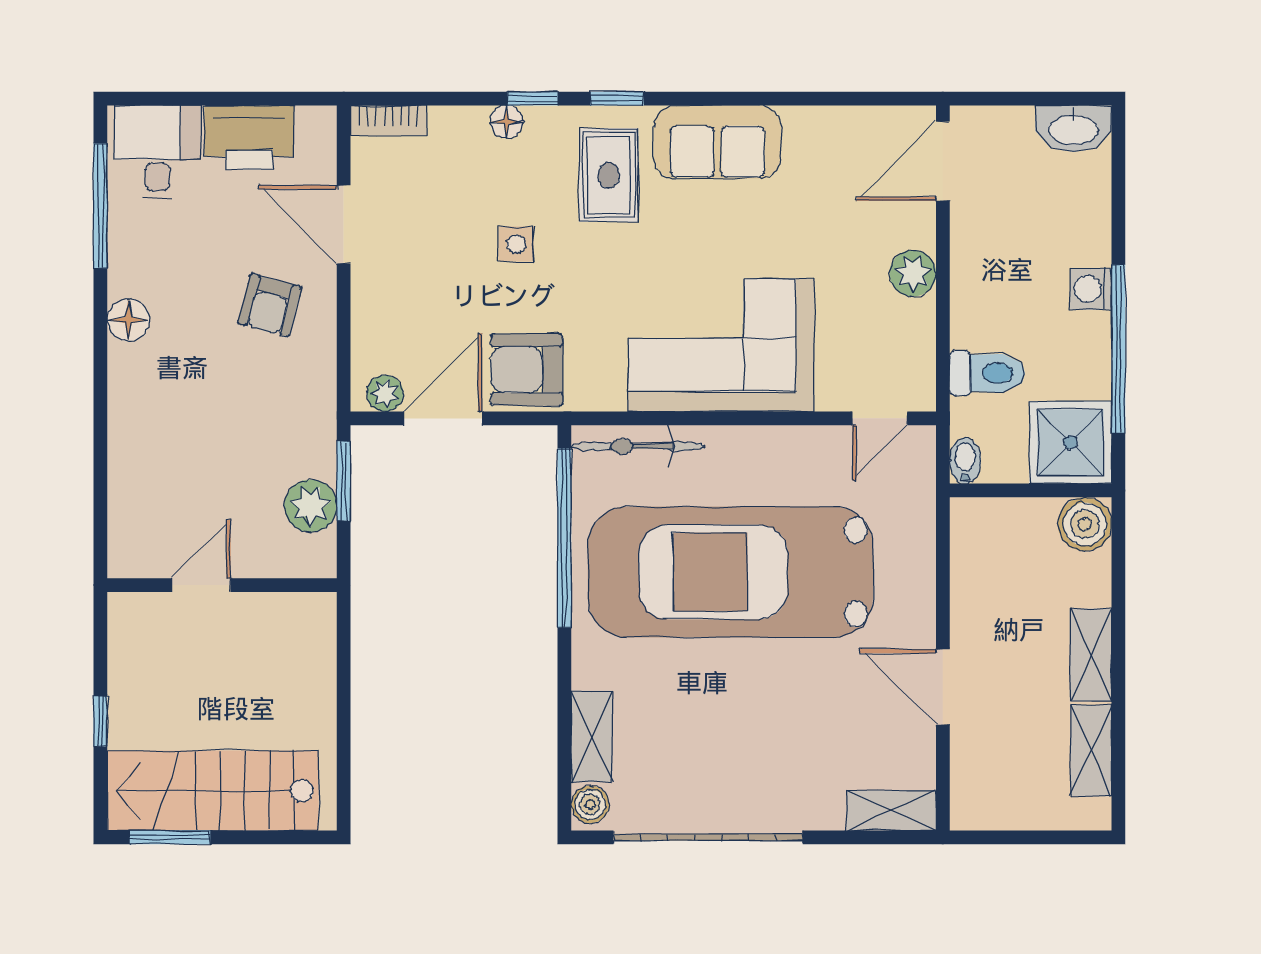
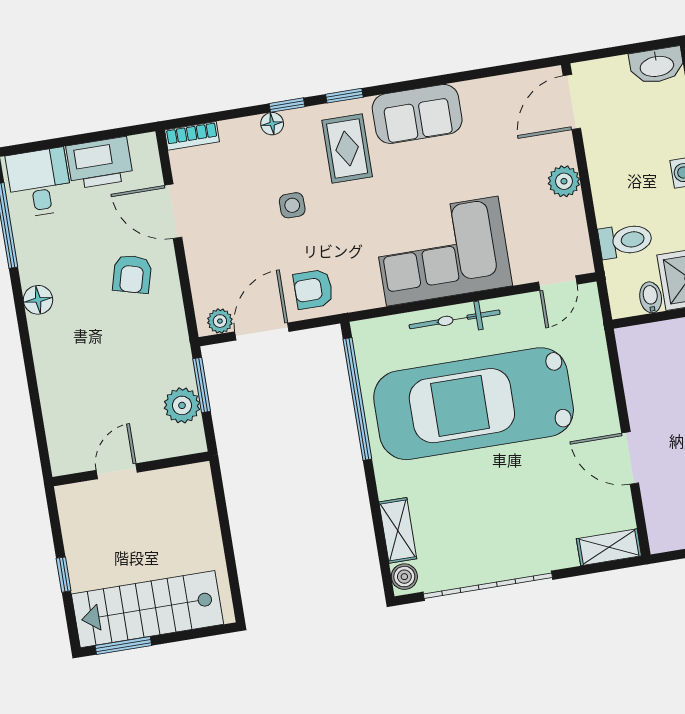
armchair: (527, 370) -> (313, 289), width x0.72, depth x0.72
bicycle: (638, 446) -> (455, 319), moved
bidet: (965, 461) -> (651, 297), moved

